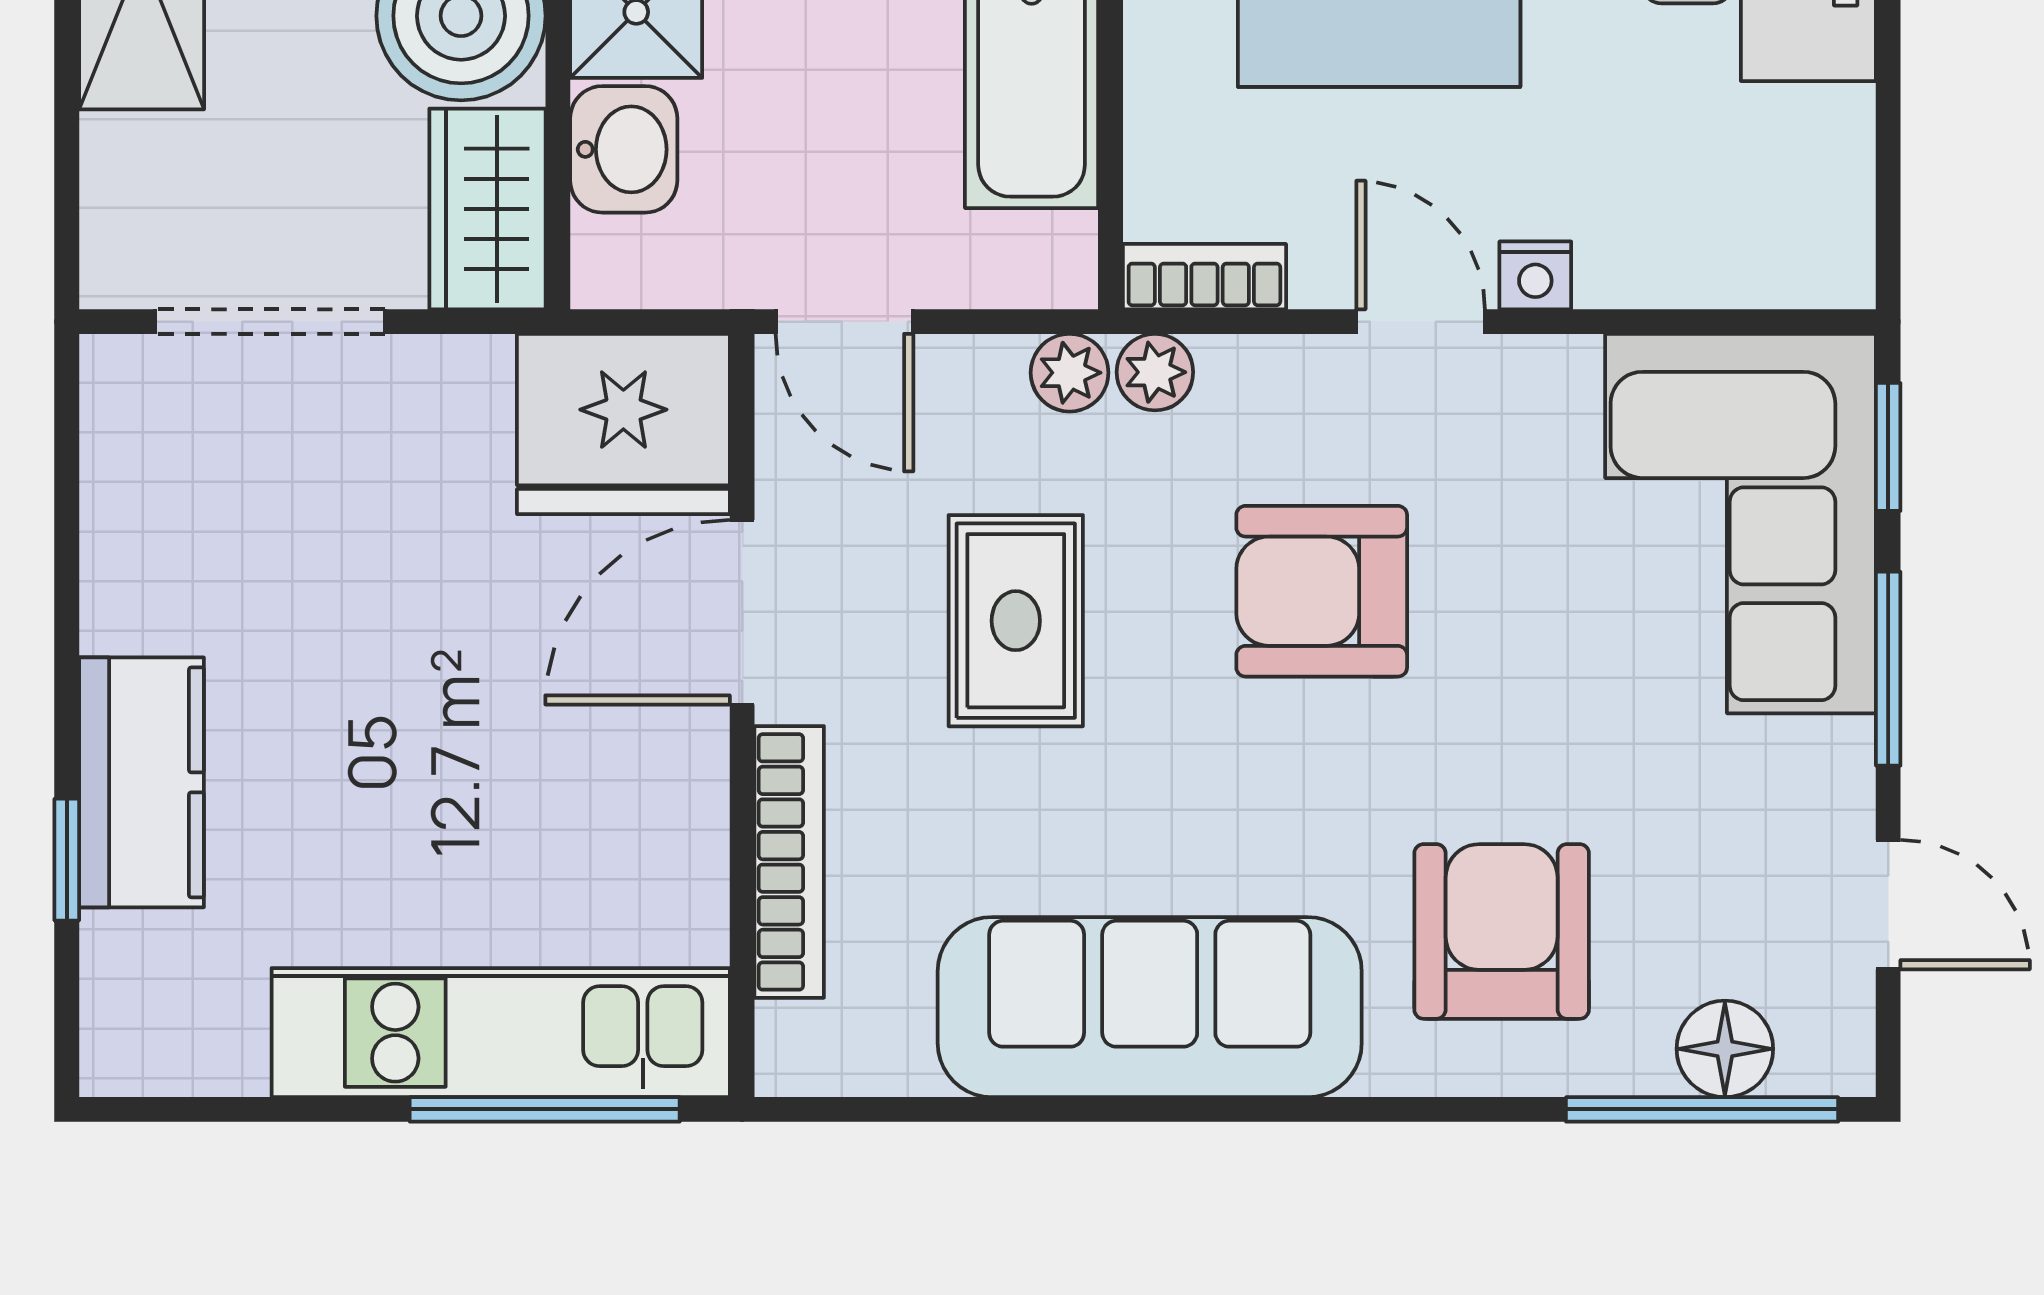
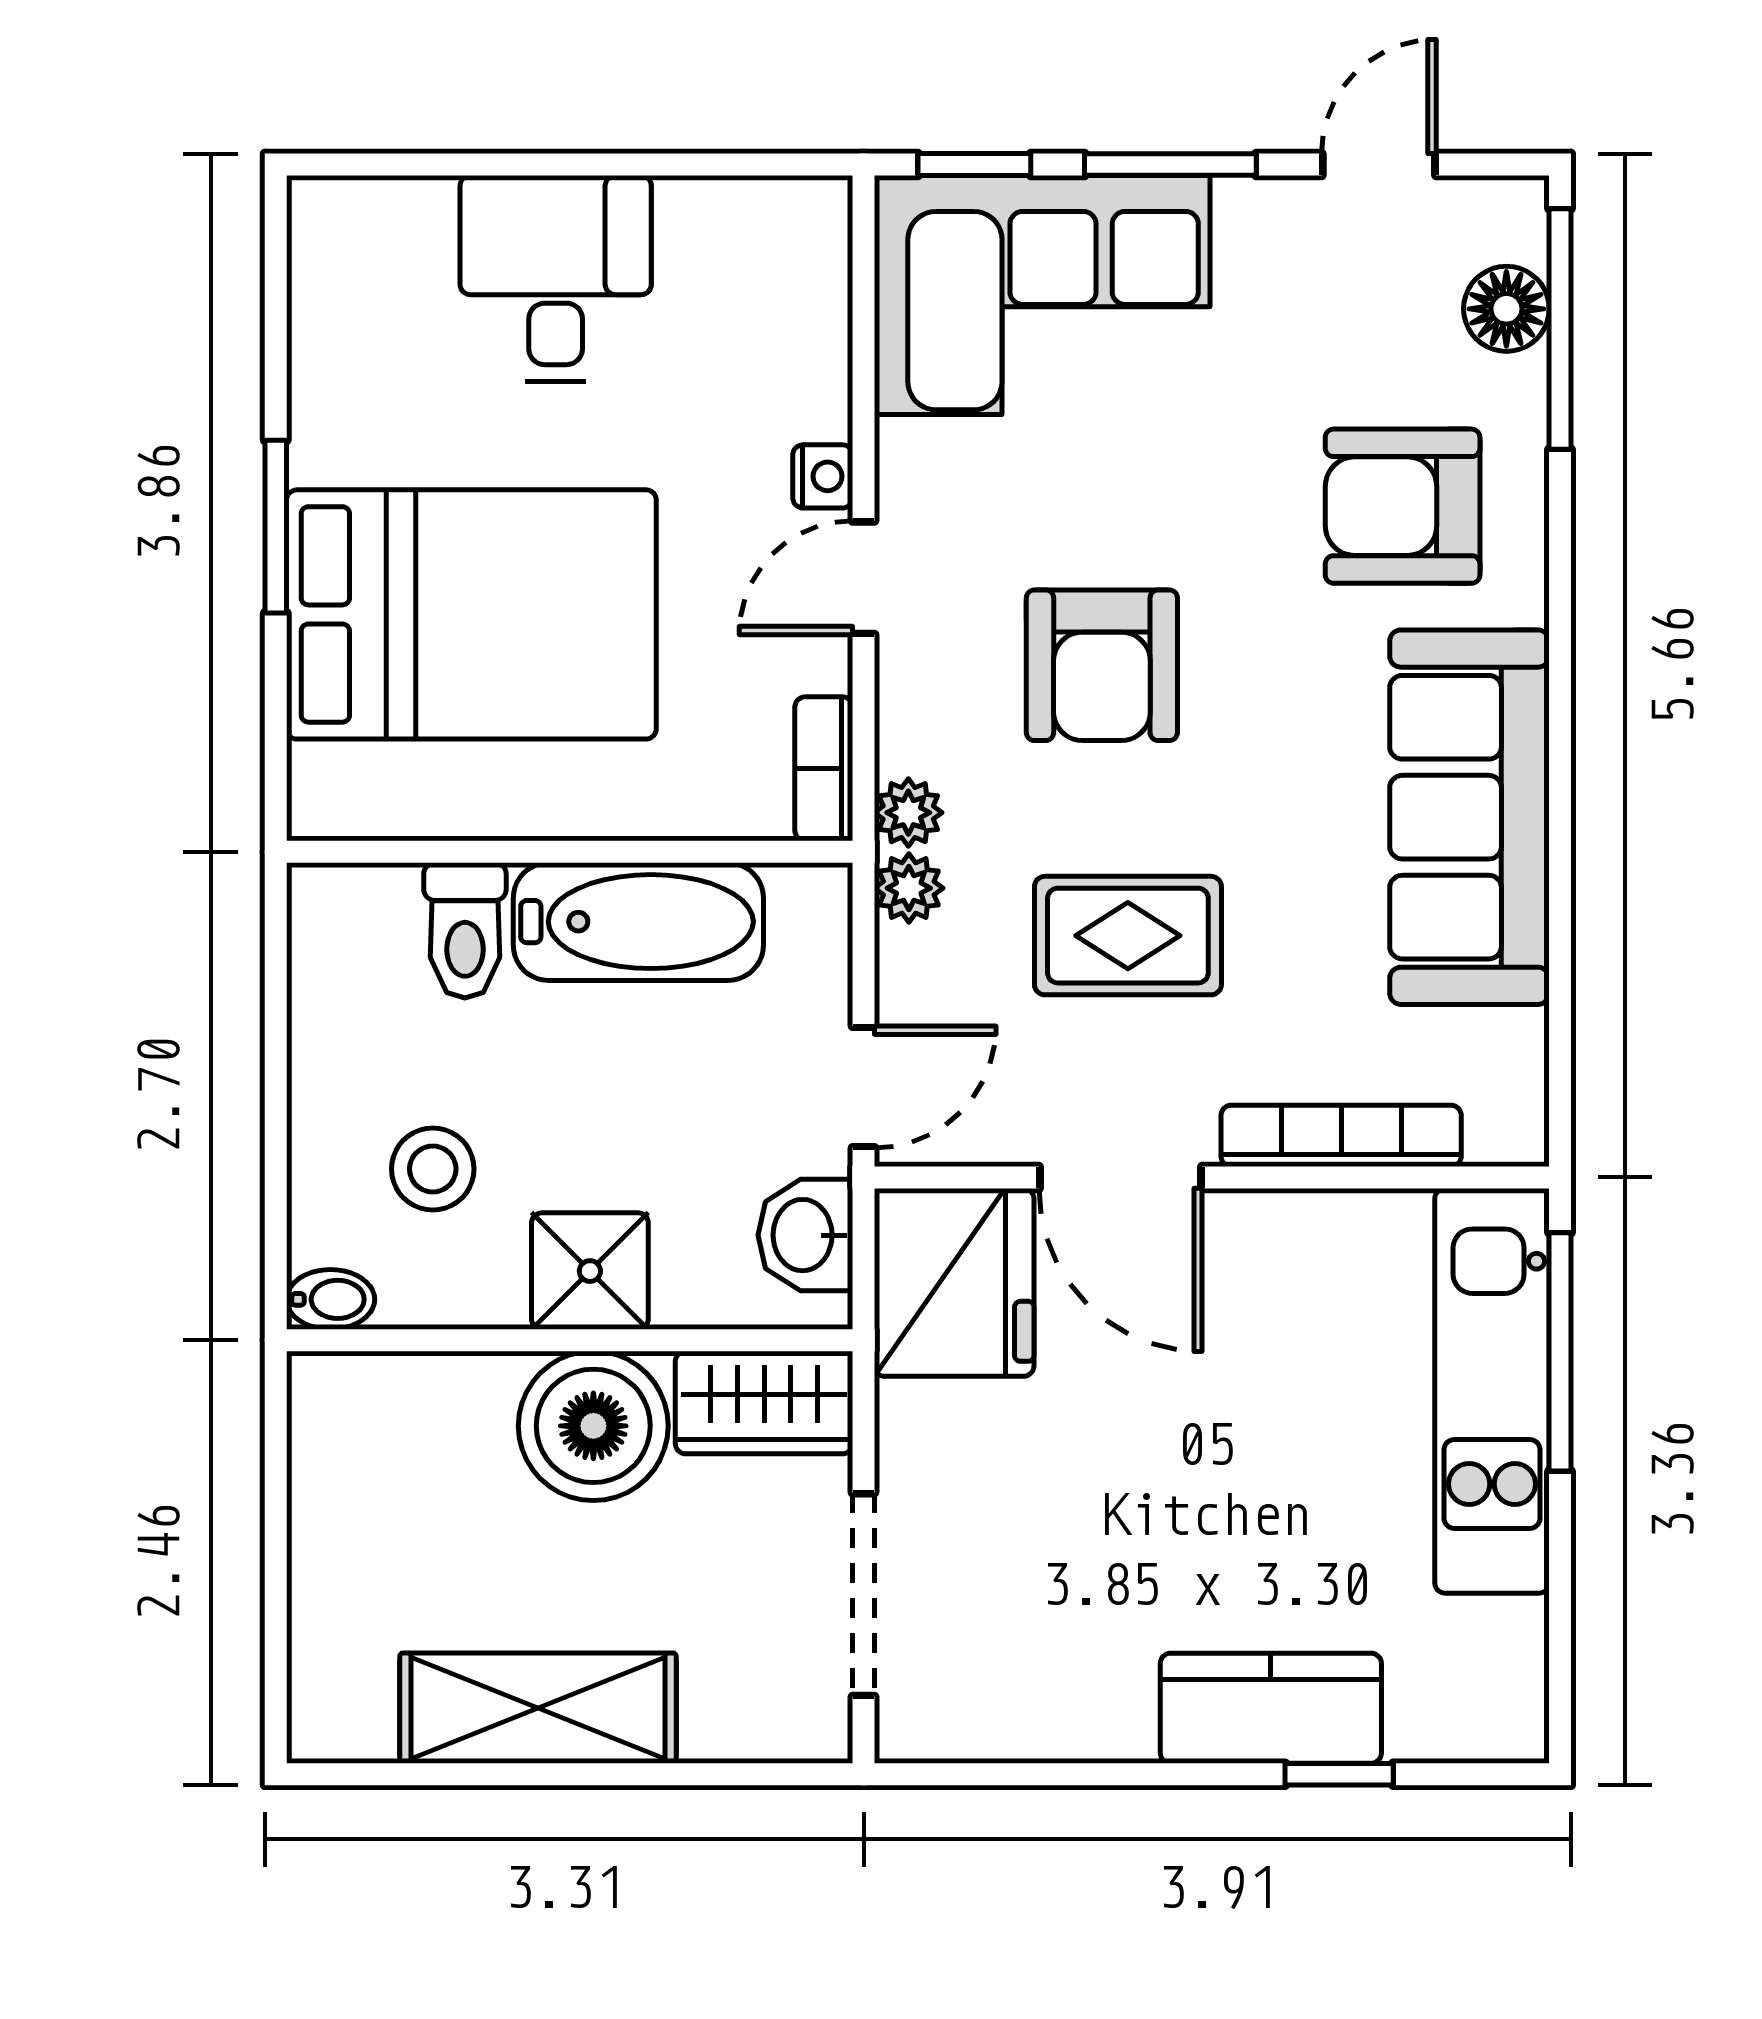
washbasin: (624, 149) -> (805, 1235), moved, turned -90

